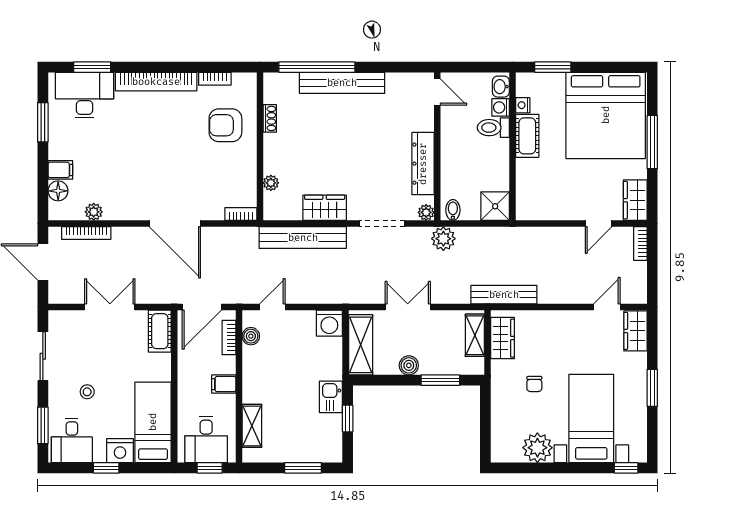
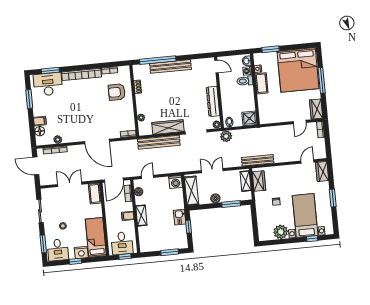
wardrobe: (325, 208) -> (168, 127), width x1.50
shelving: (252, 426) -> (141, 216), moved
window: (626, 468) -> (312, 239), moved

